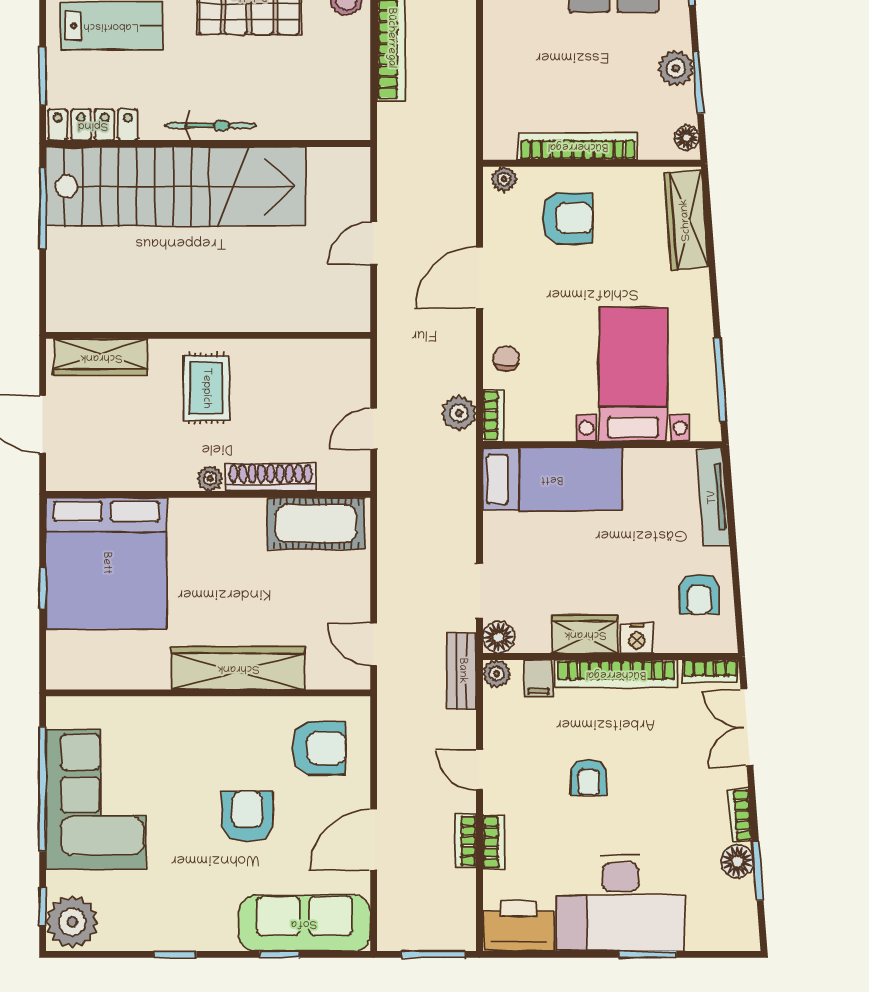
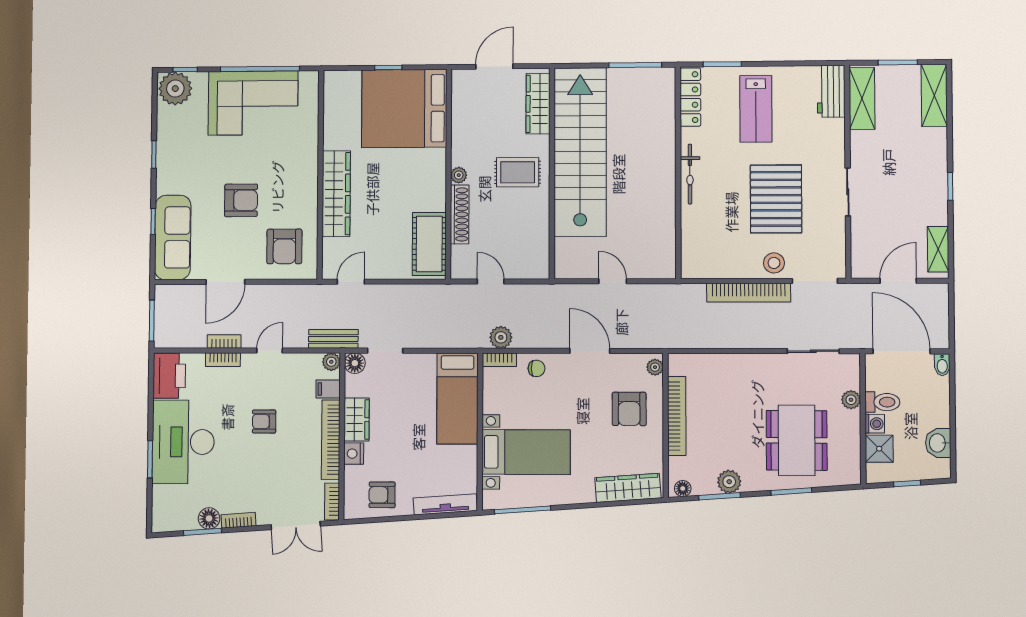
stairs: (176, 186) -> (580, 152), moved, turned 180
double door: (747, 727) -> (296, 525), swing flipped
door: (374, 840) -> (225, 282), swing flipped

